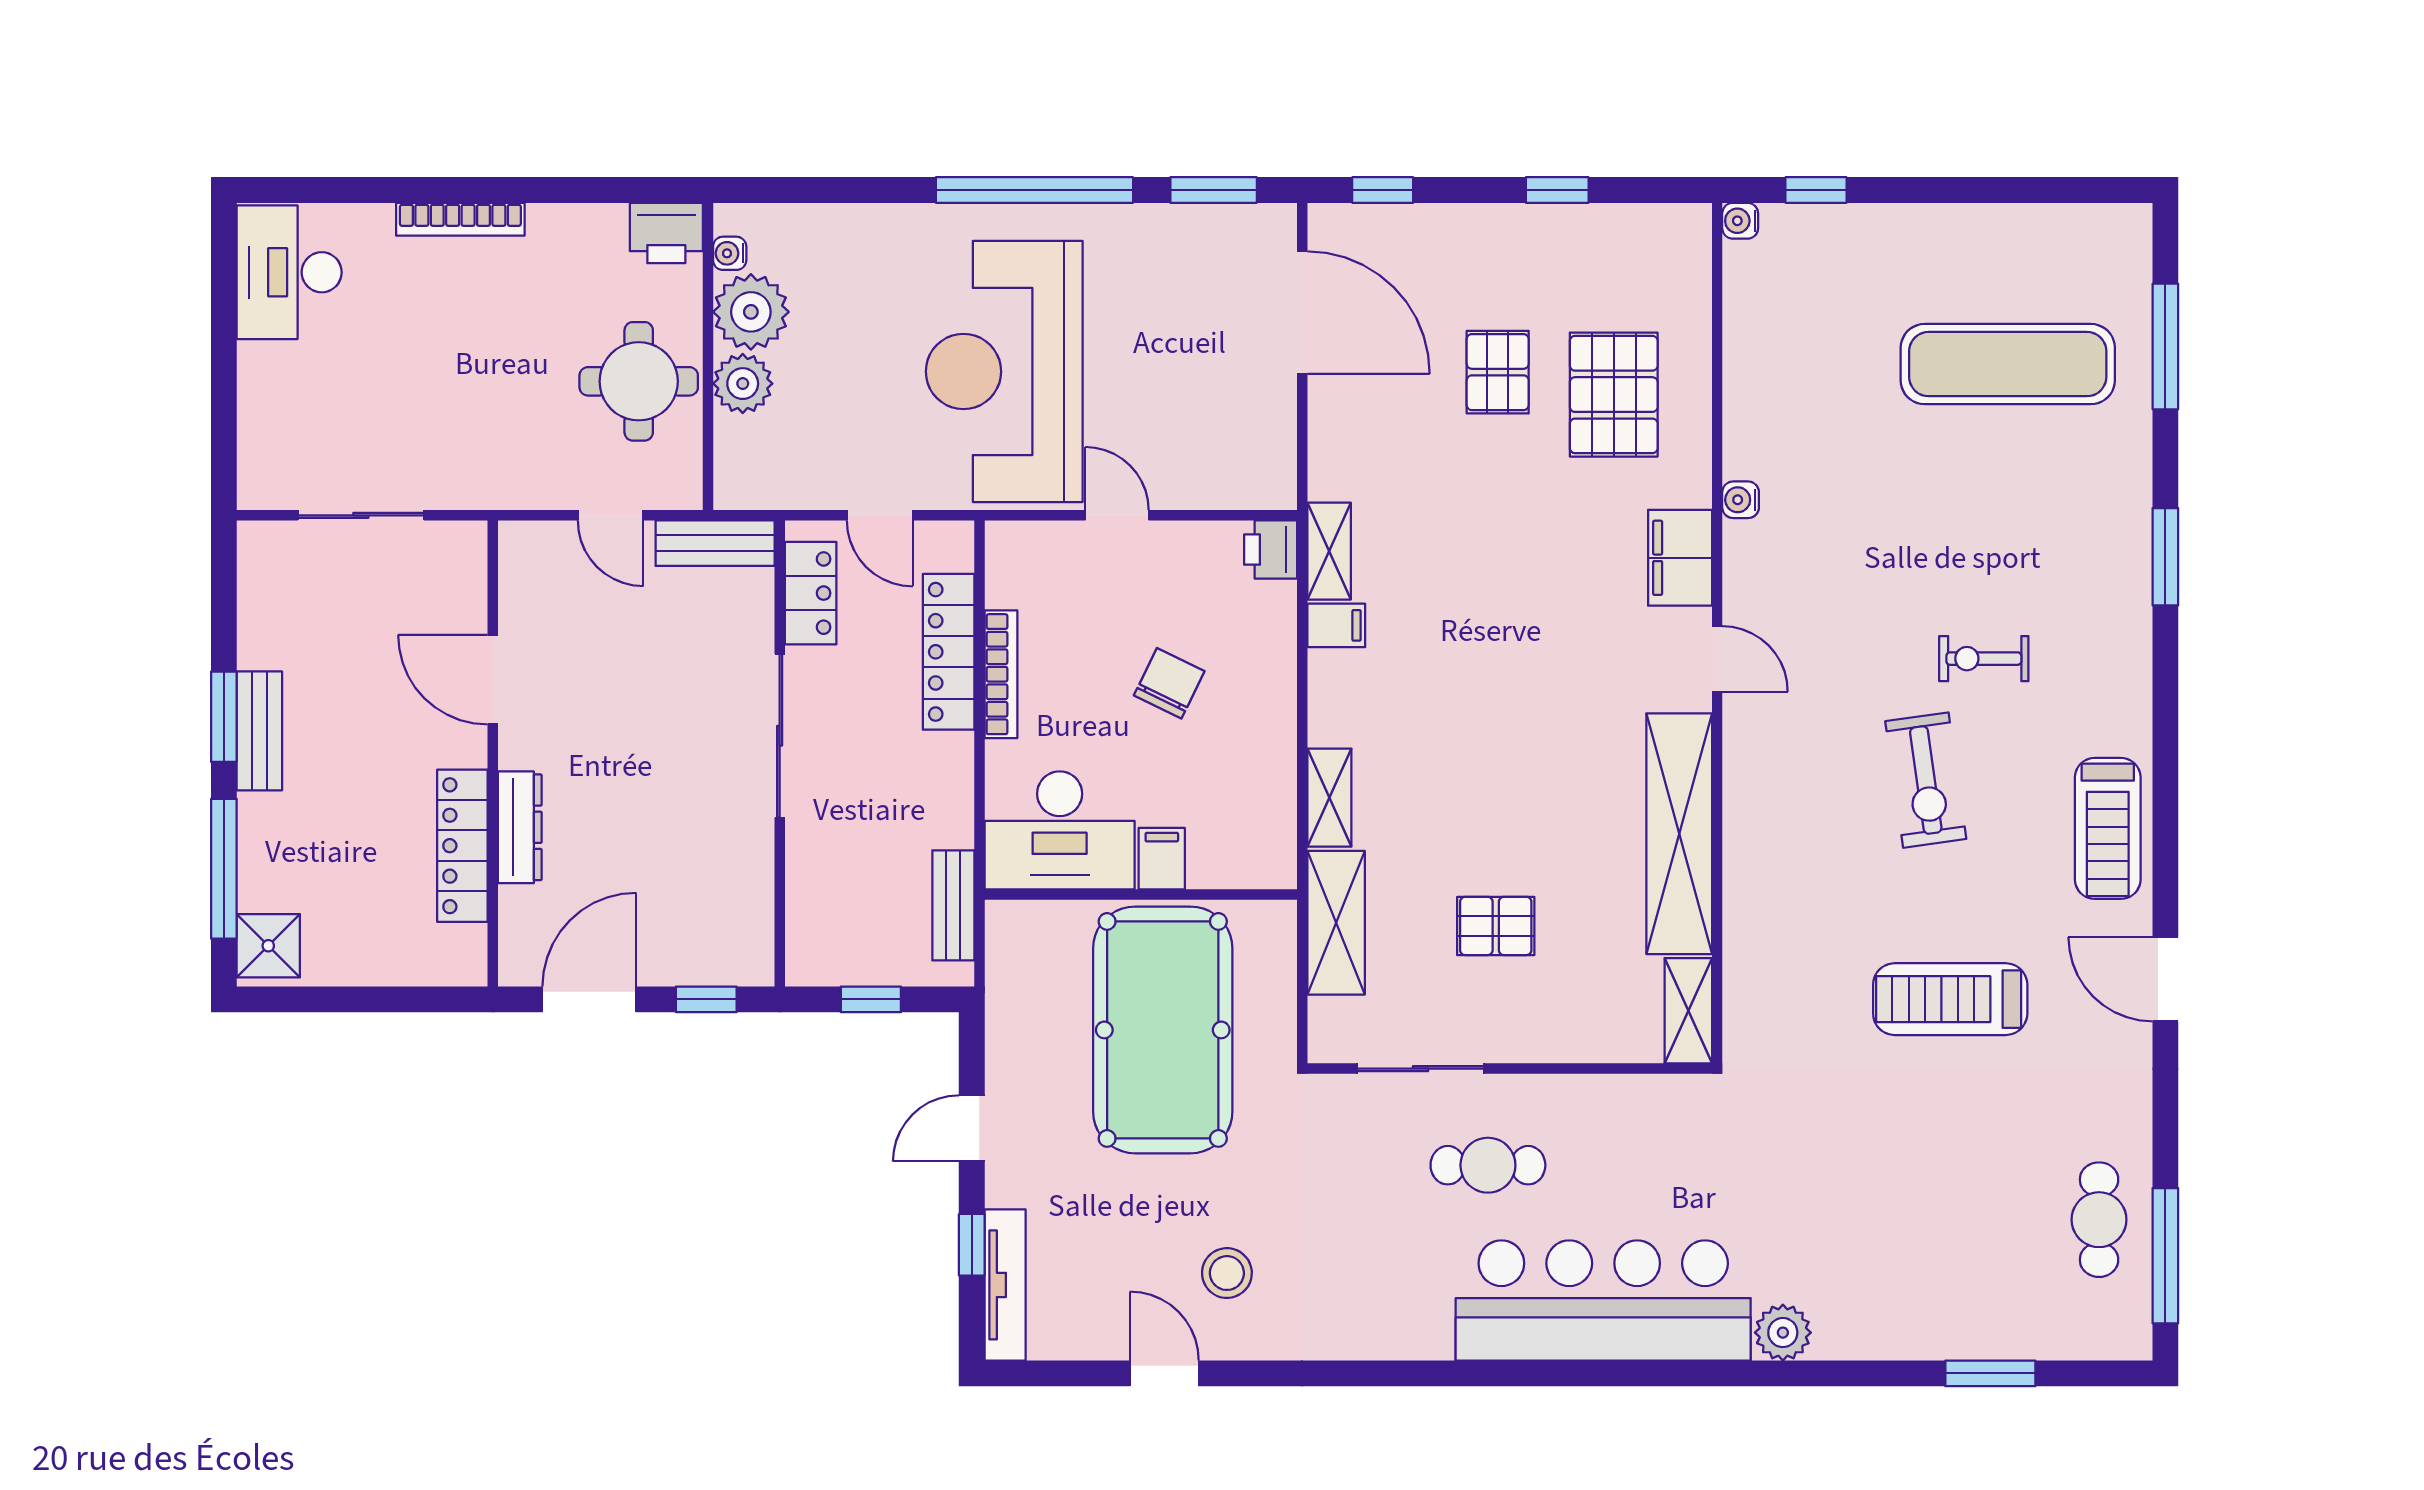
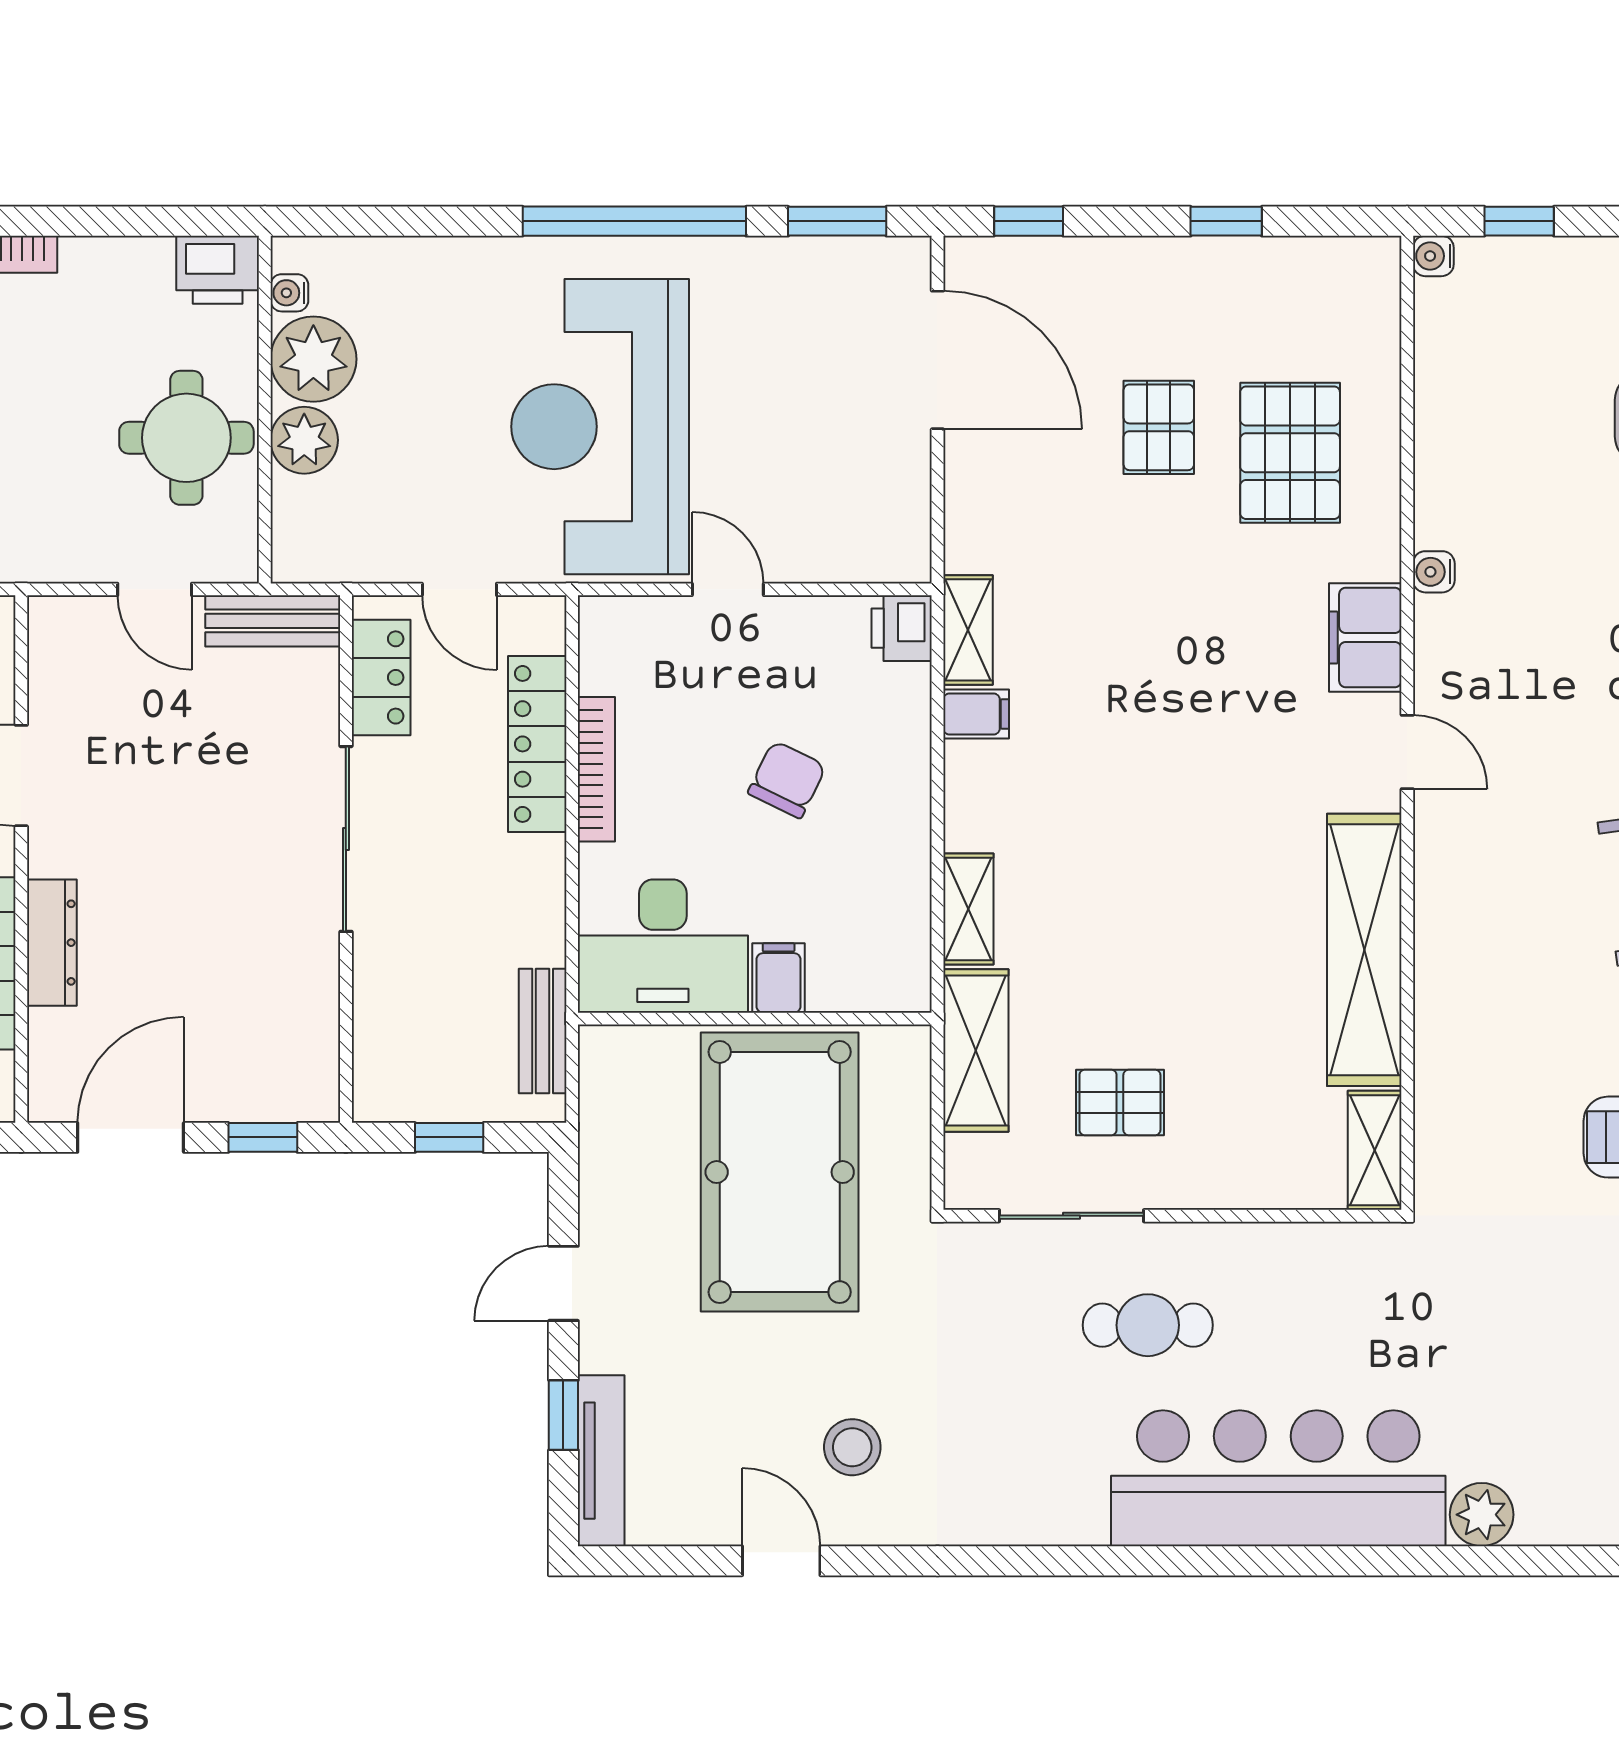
pallet: (1496, 926) -> (1120, 1102), moved

